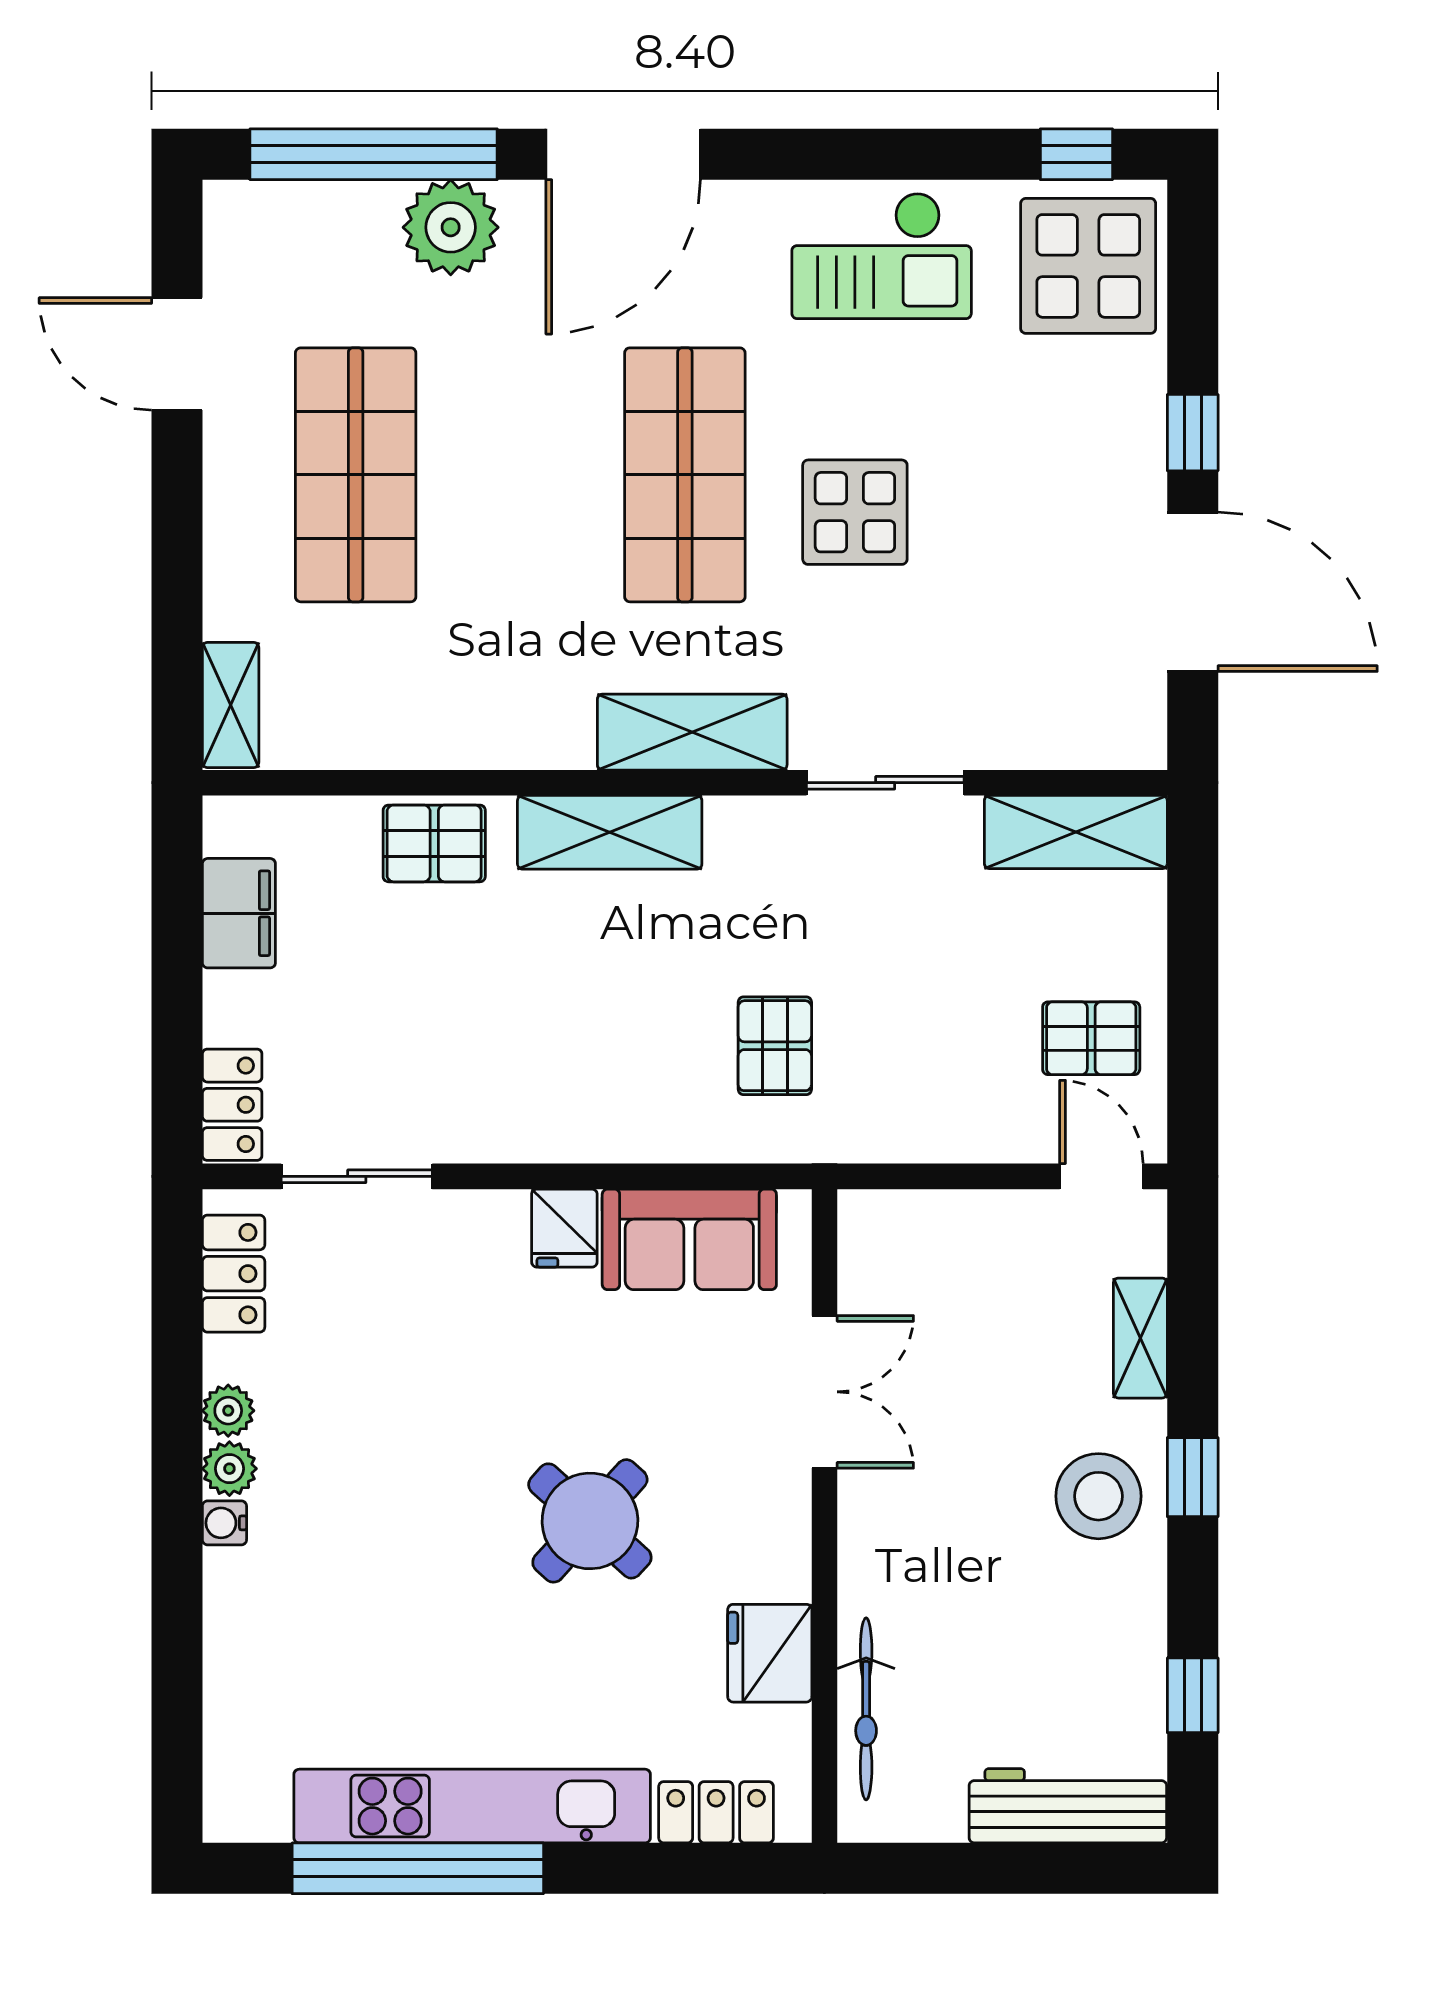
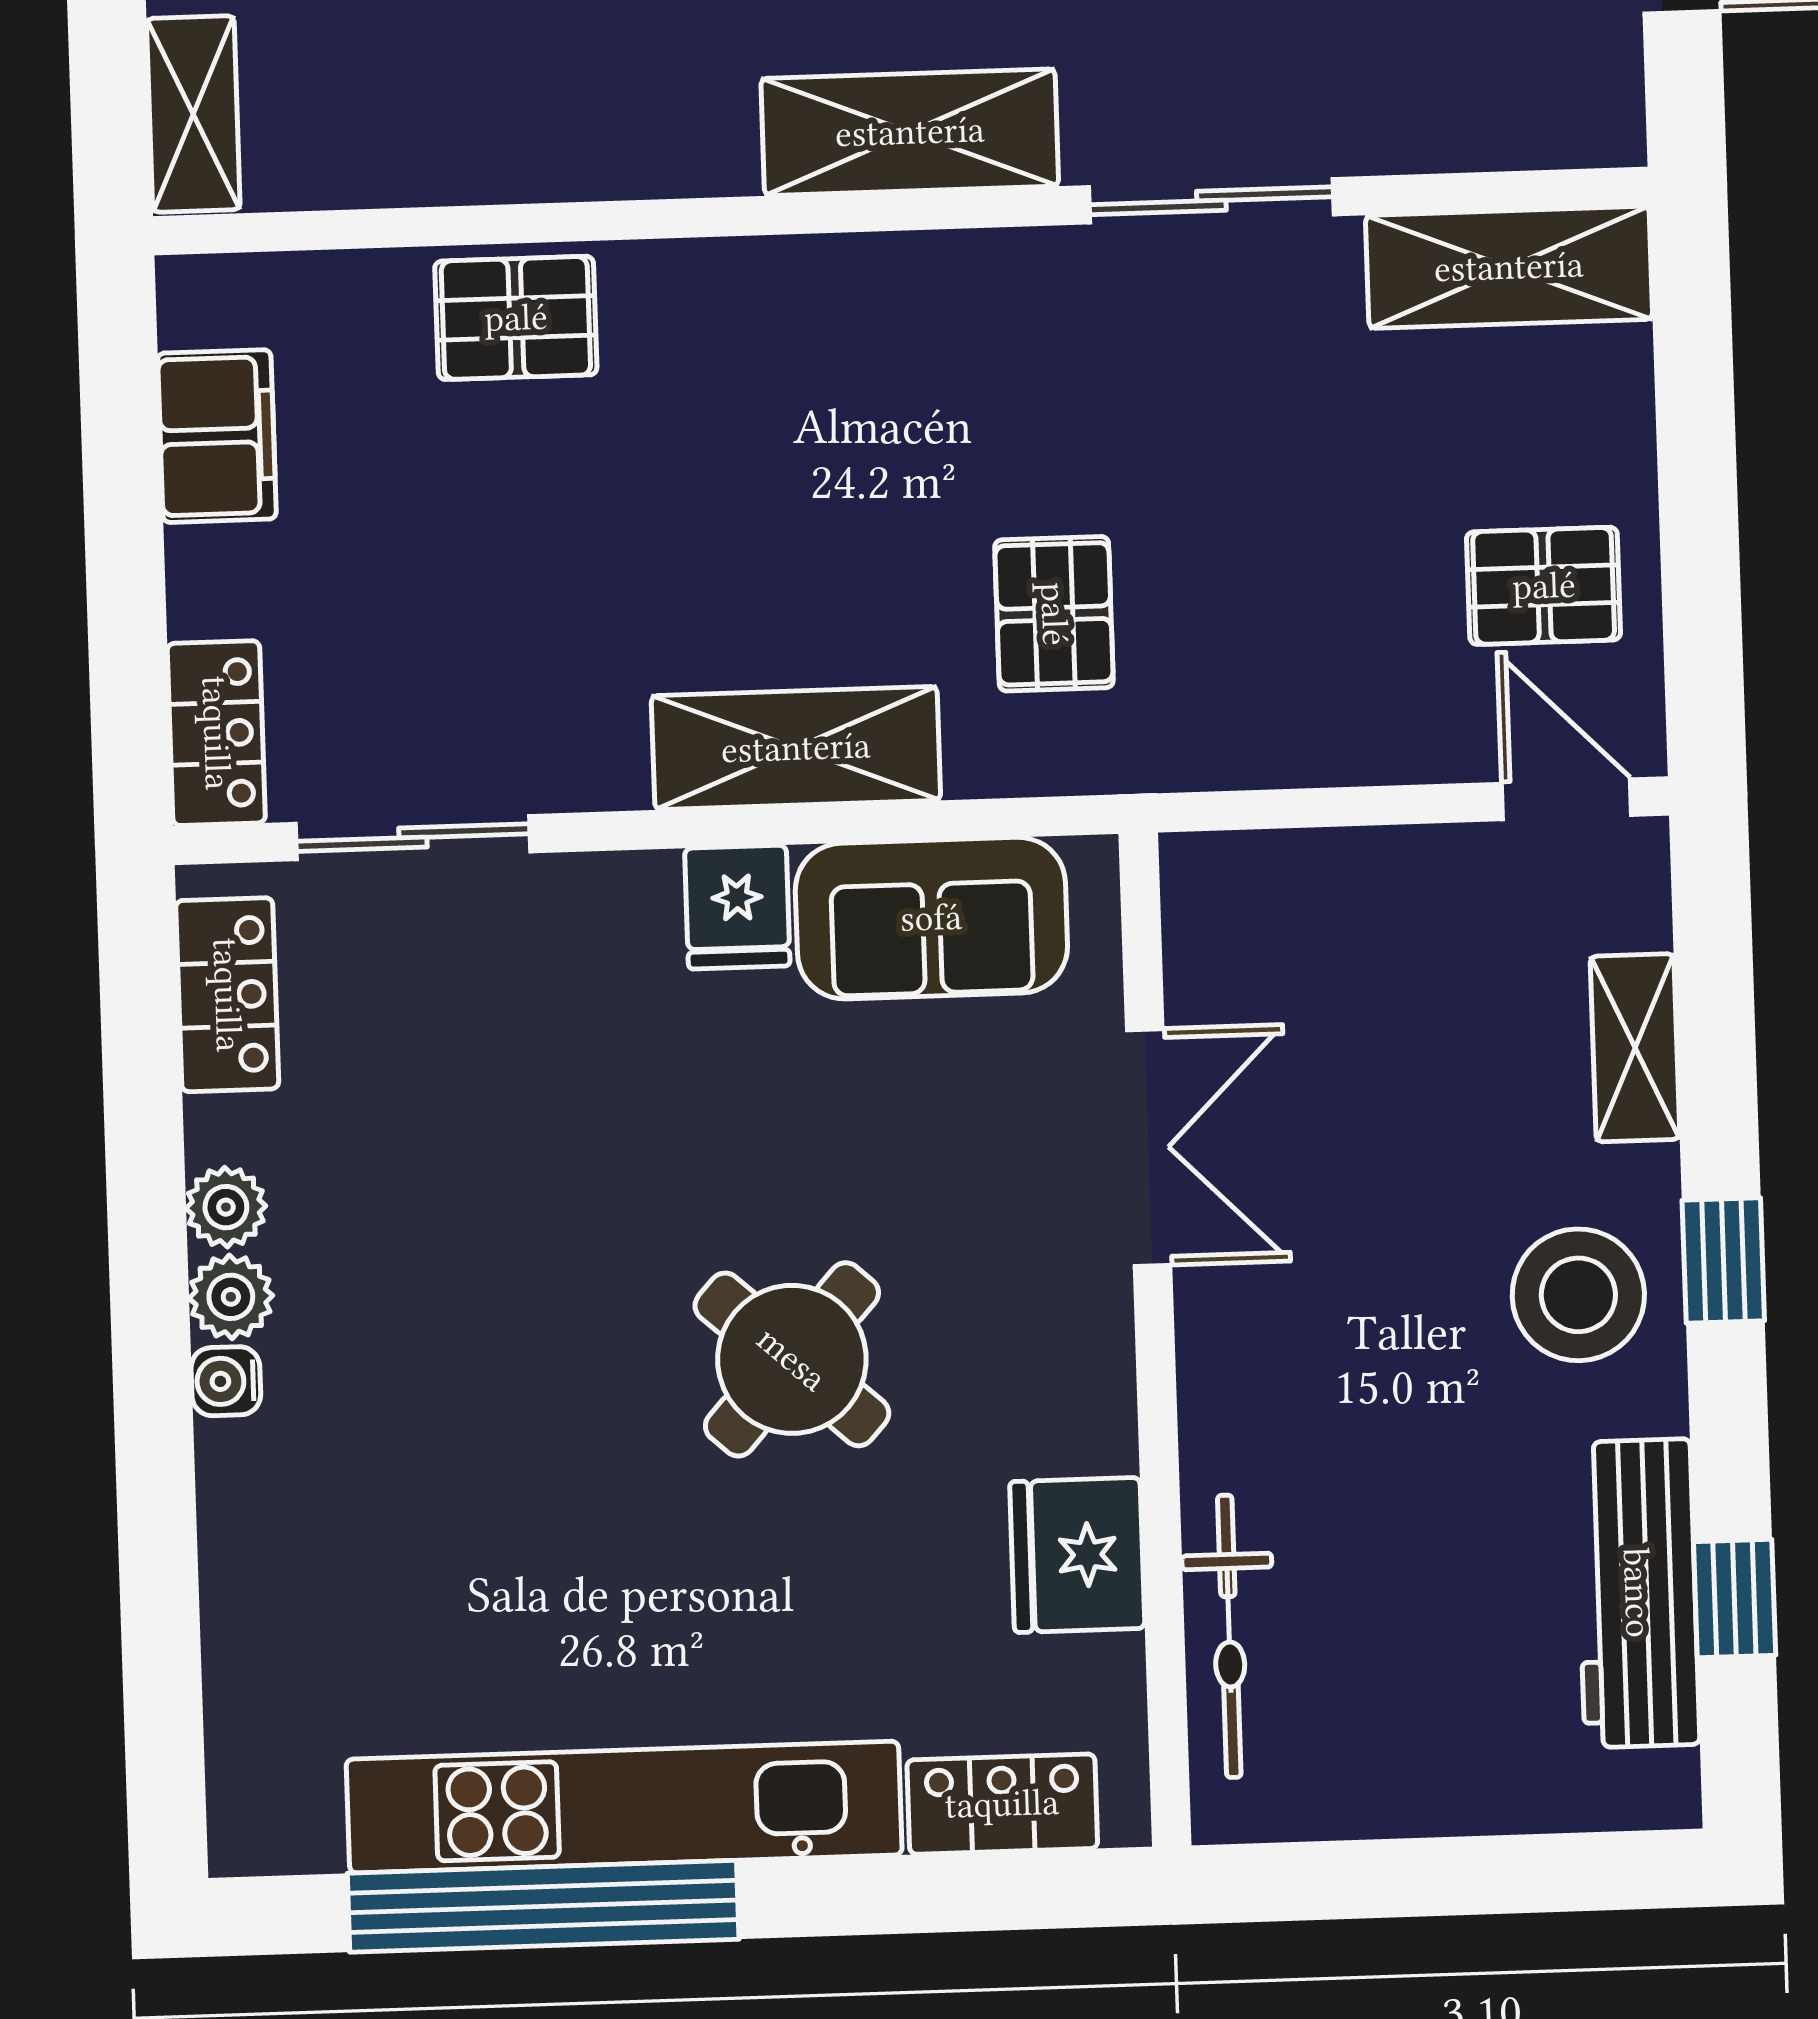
shelving: (610, 832) -> (796, 748), moved
workbench: (1068, 1806) -> (1637, 1593), moved, turned -90

